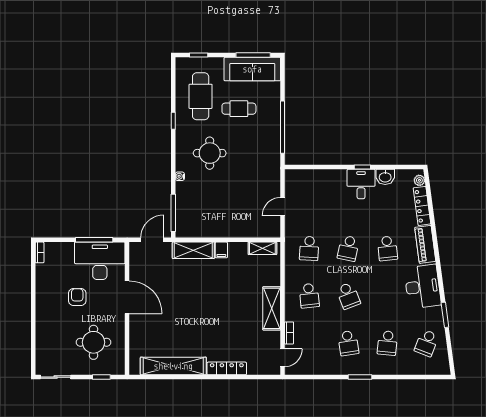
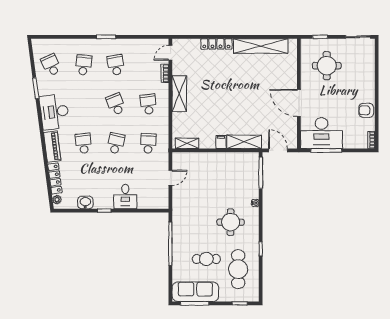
desk: (361, 184) -> (125, 197), moved
door: (152, 240) -> (278, 150), swing flipped
armchair: (77, 297) -> (366, 110), moved, turned 90
school desk: (427, 343) -> (51, 65), turned -45

